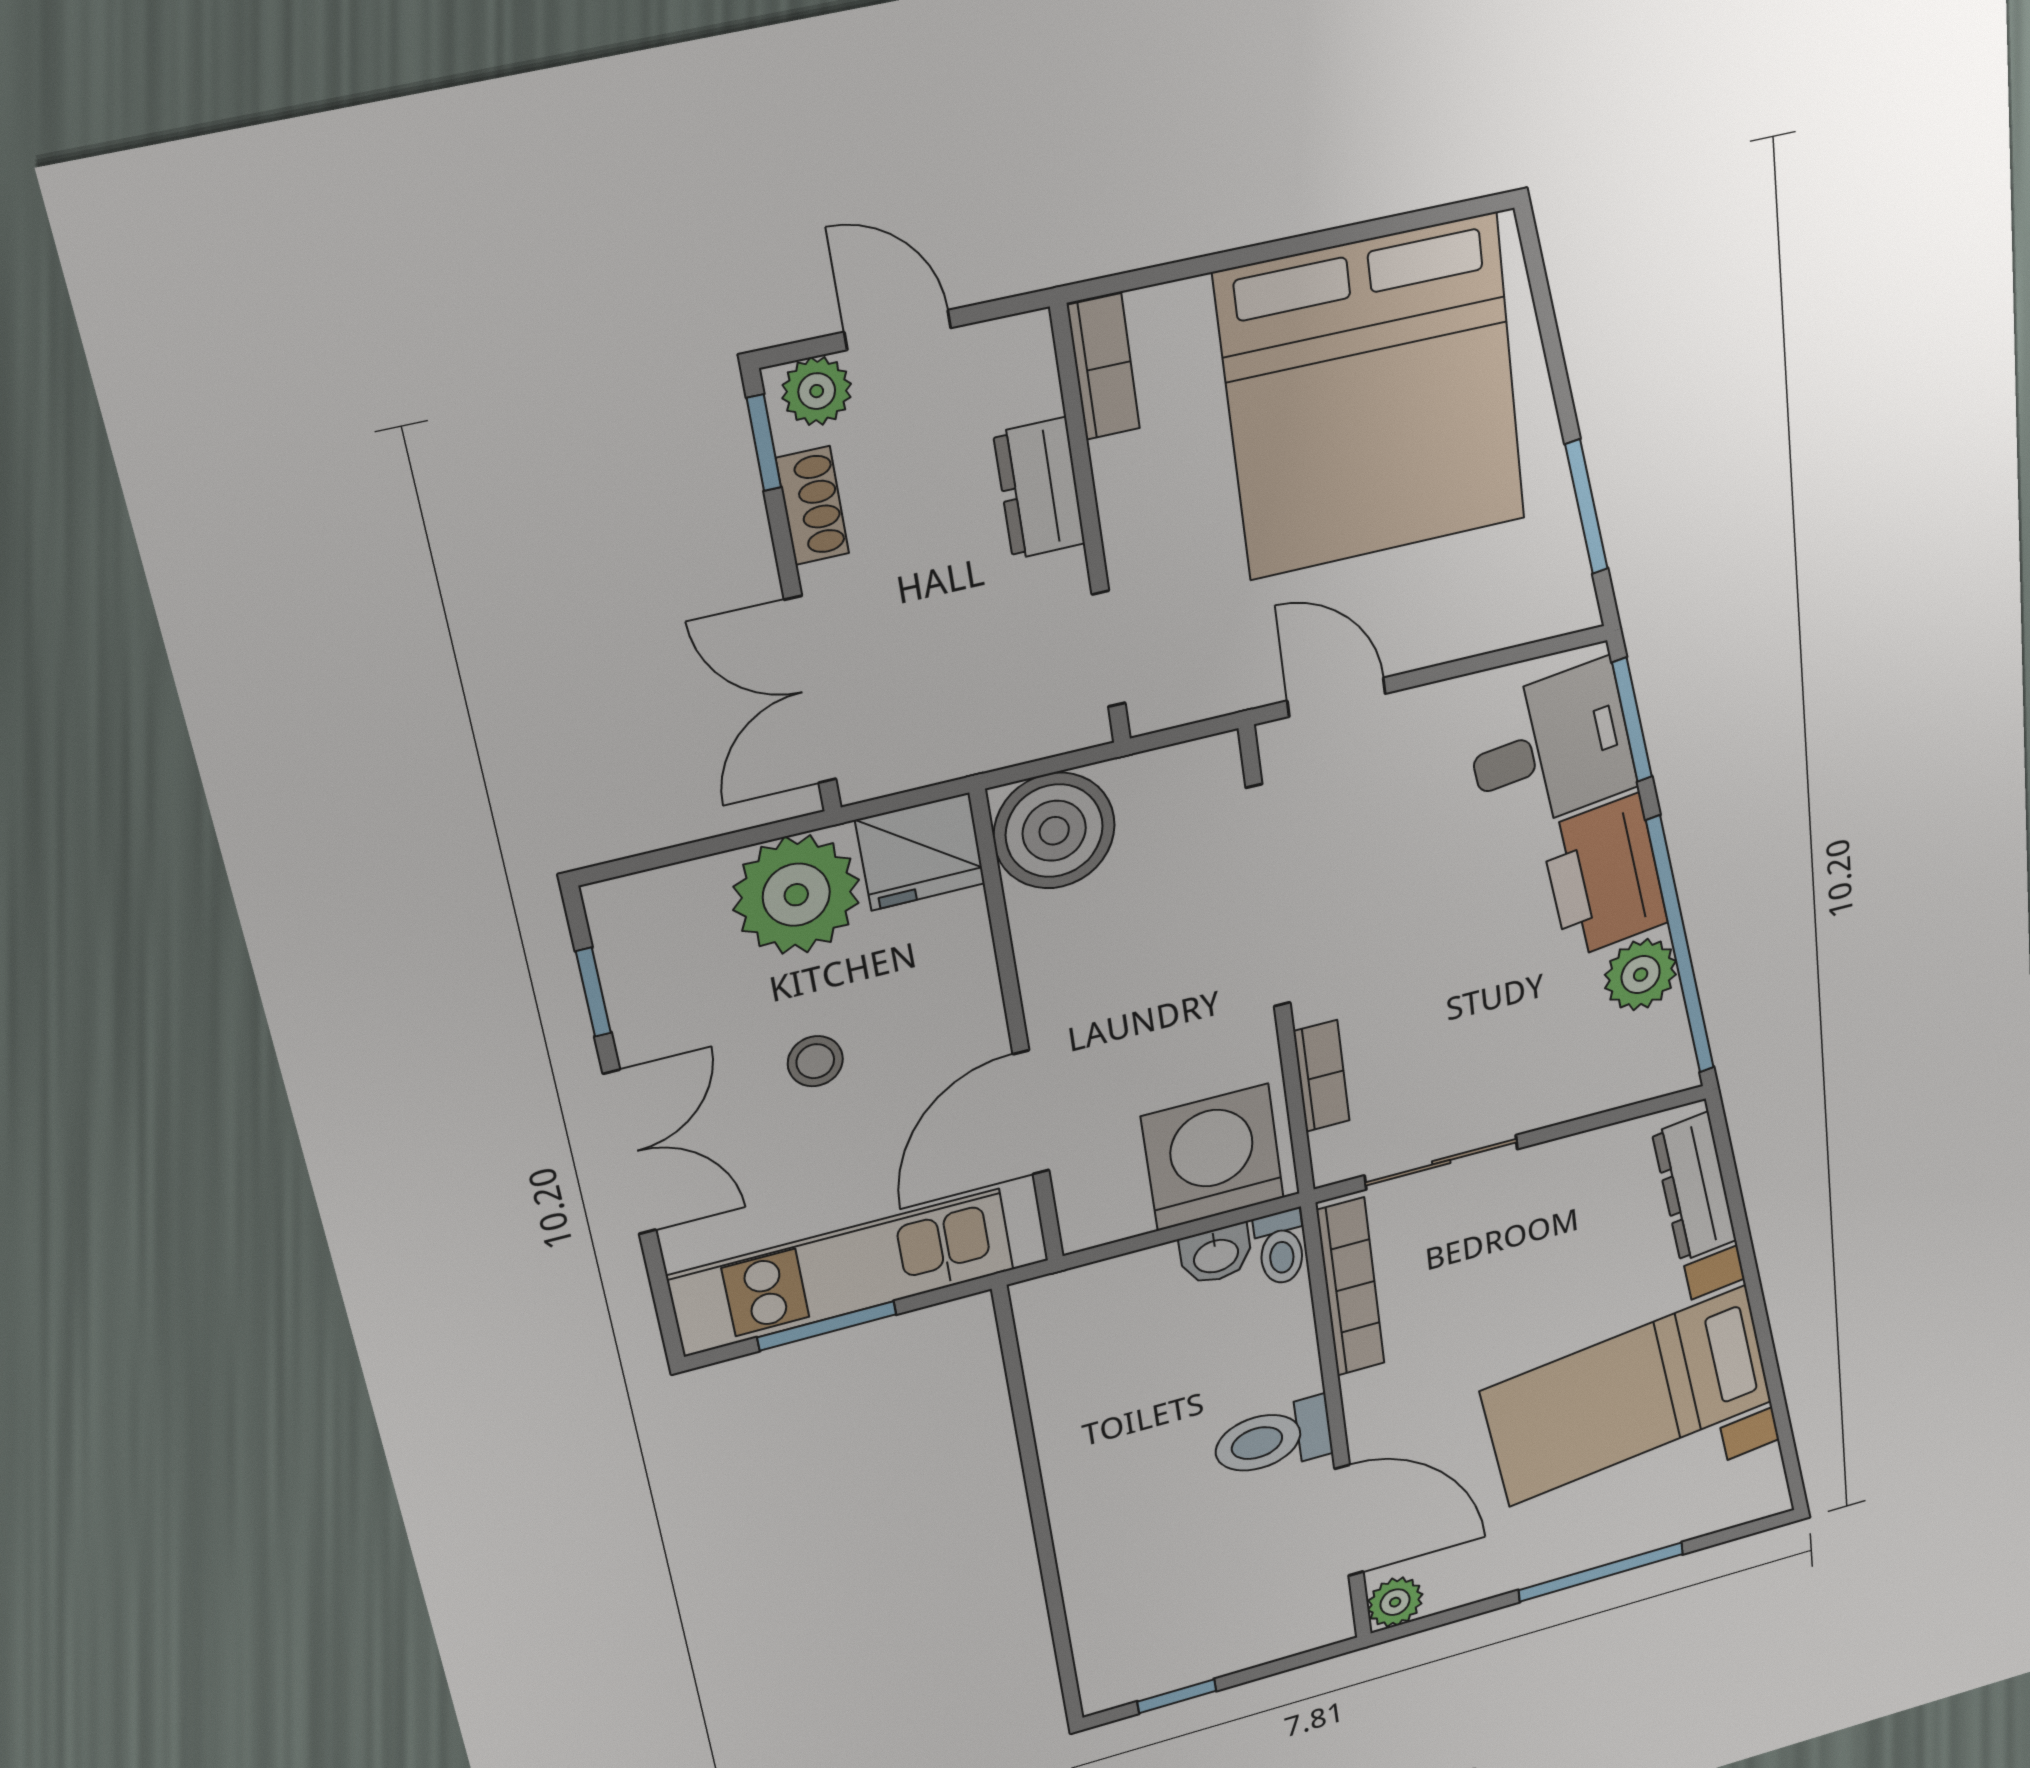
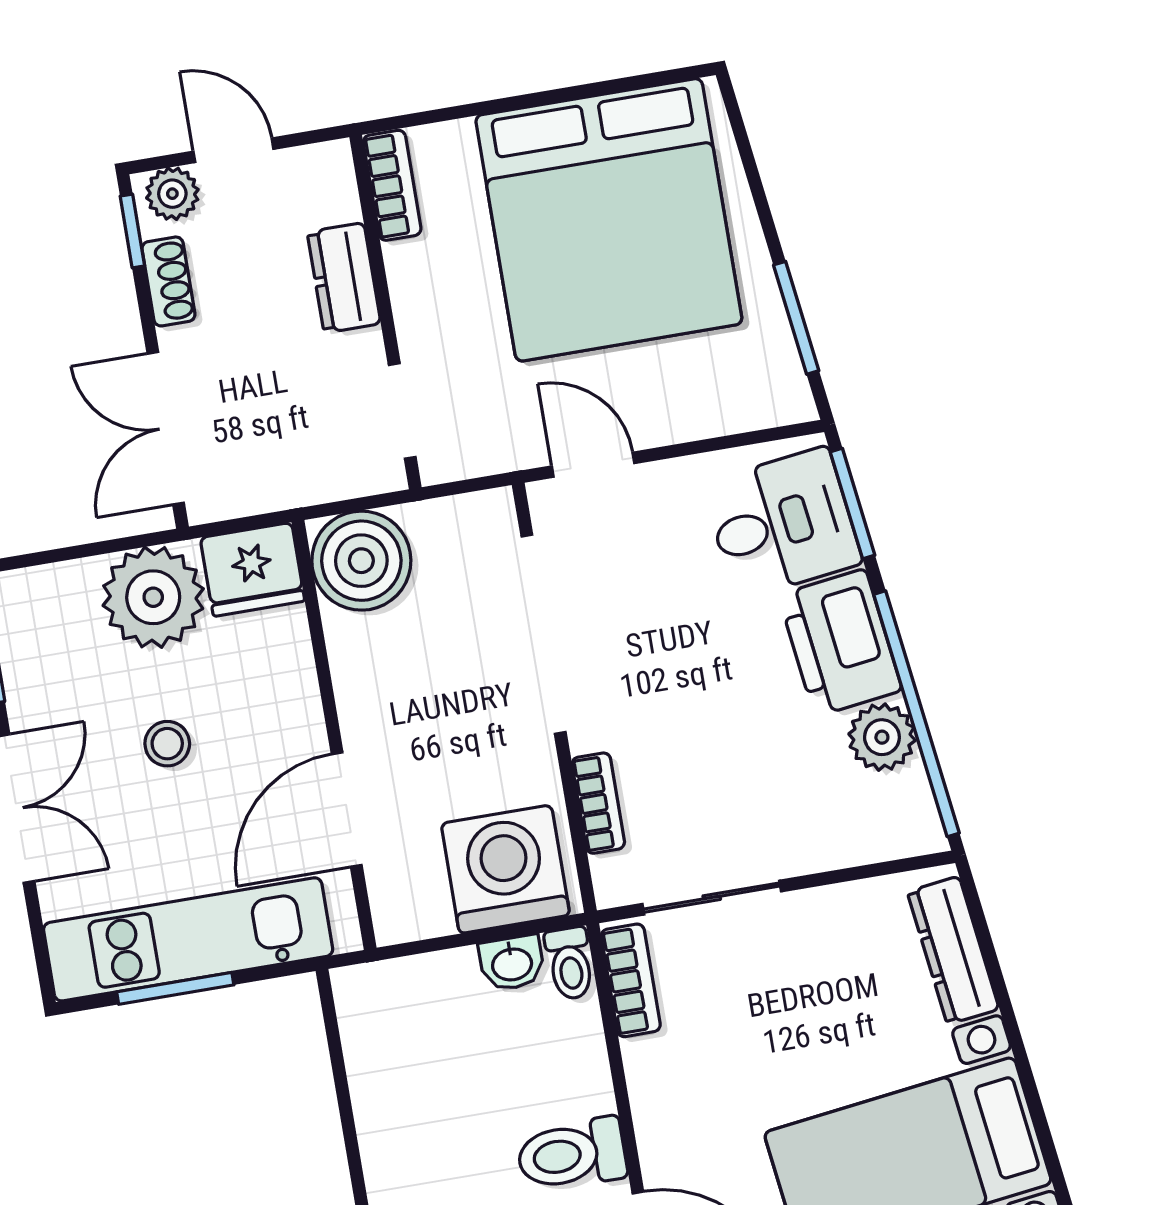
bookcase: (1351, 1287) -> (631, 980), width x0.64

